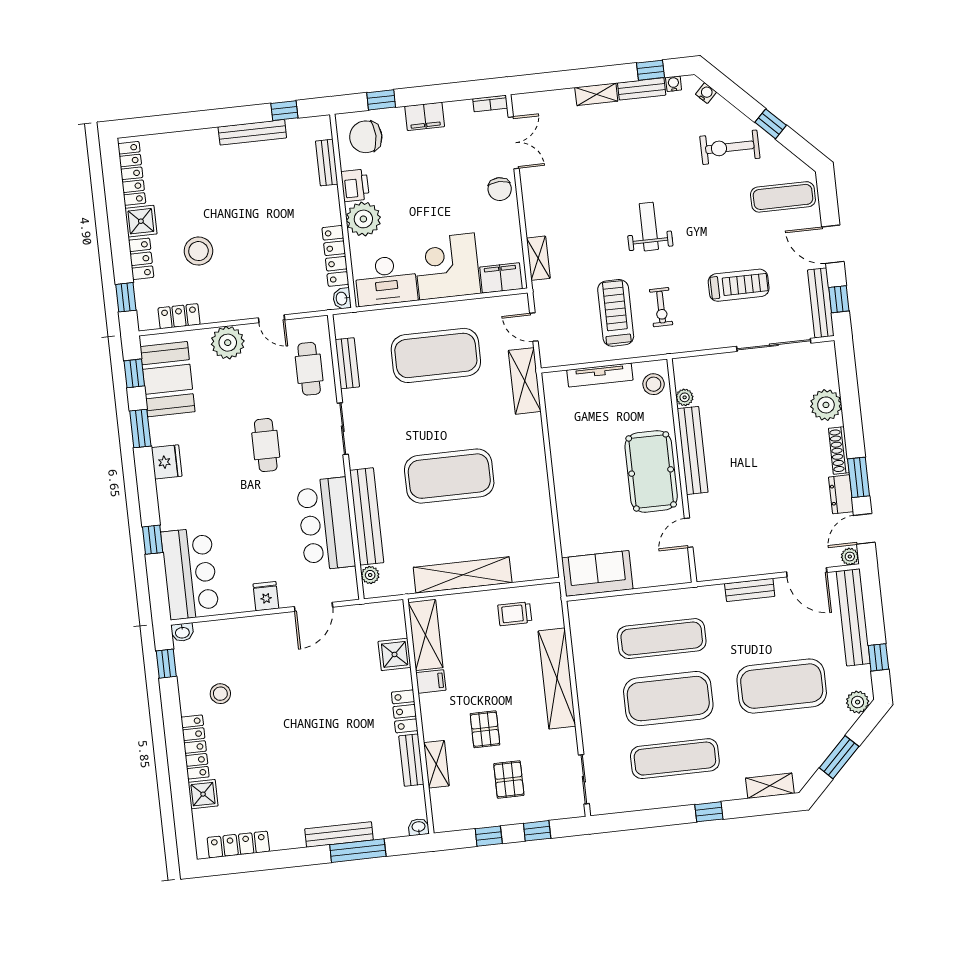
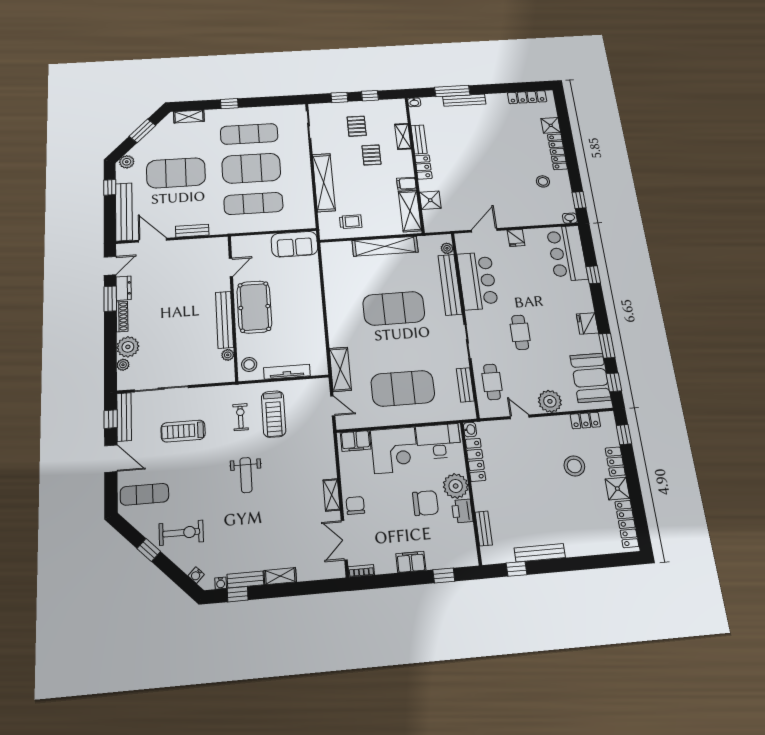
chair: (366, 137) -> (425, 503), moved
shelving: (538, 258) -> (332, 495), moved
plant: (850, 557) -> (123, 365), moved

